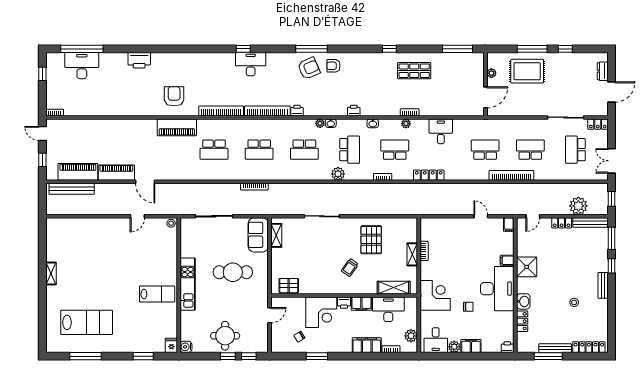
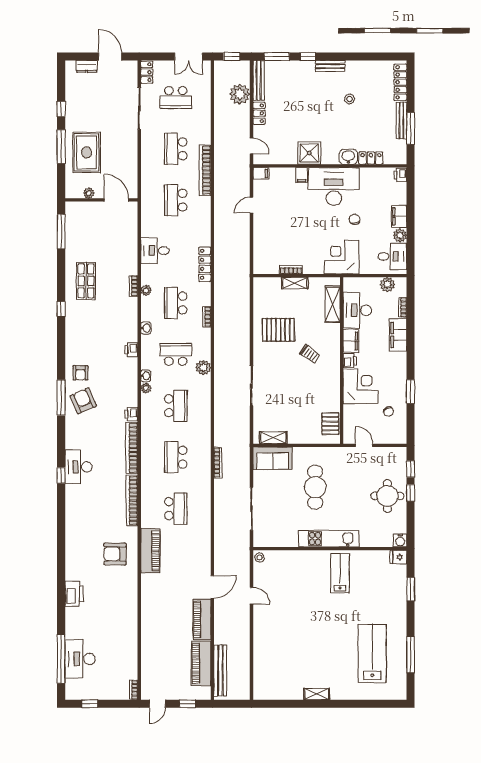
school desk: (259, 150) -> (176, 457), turned 180

